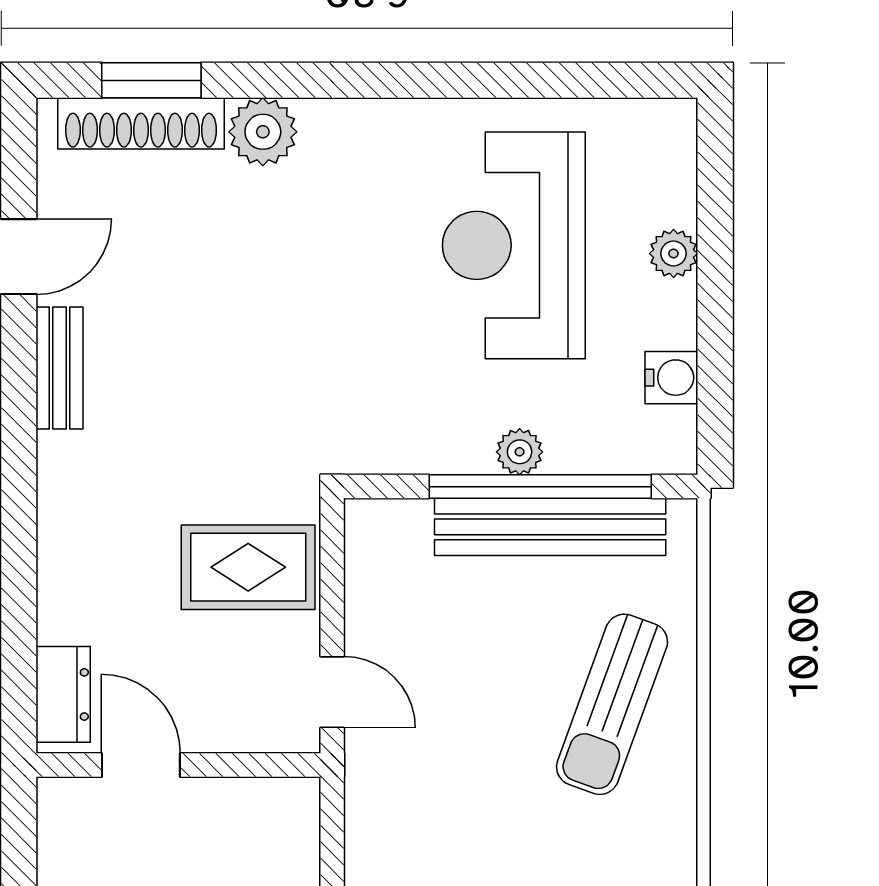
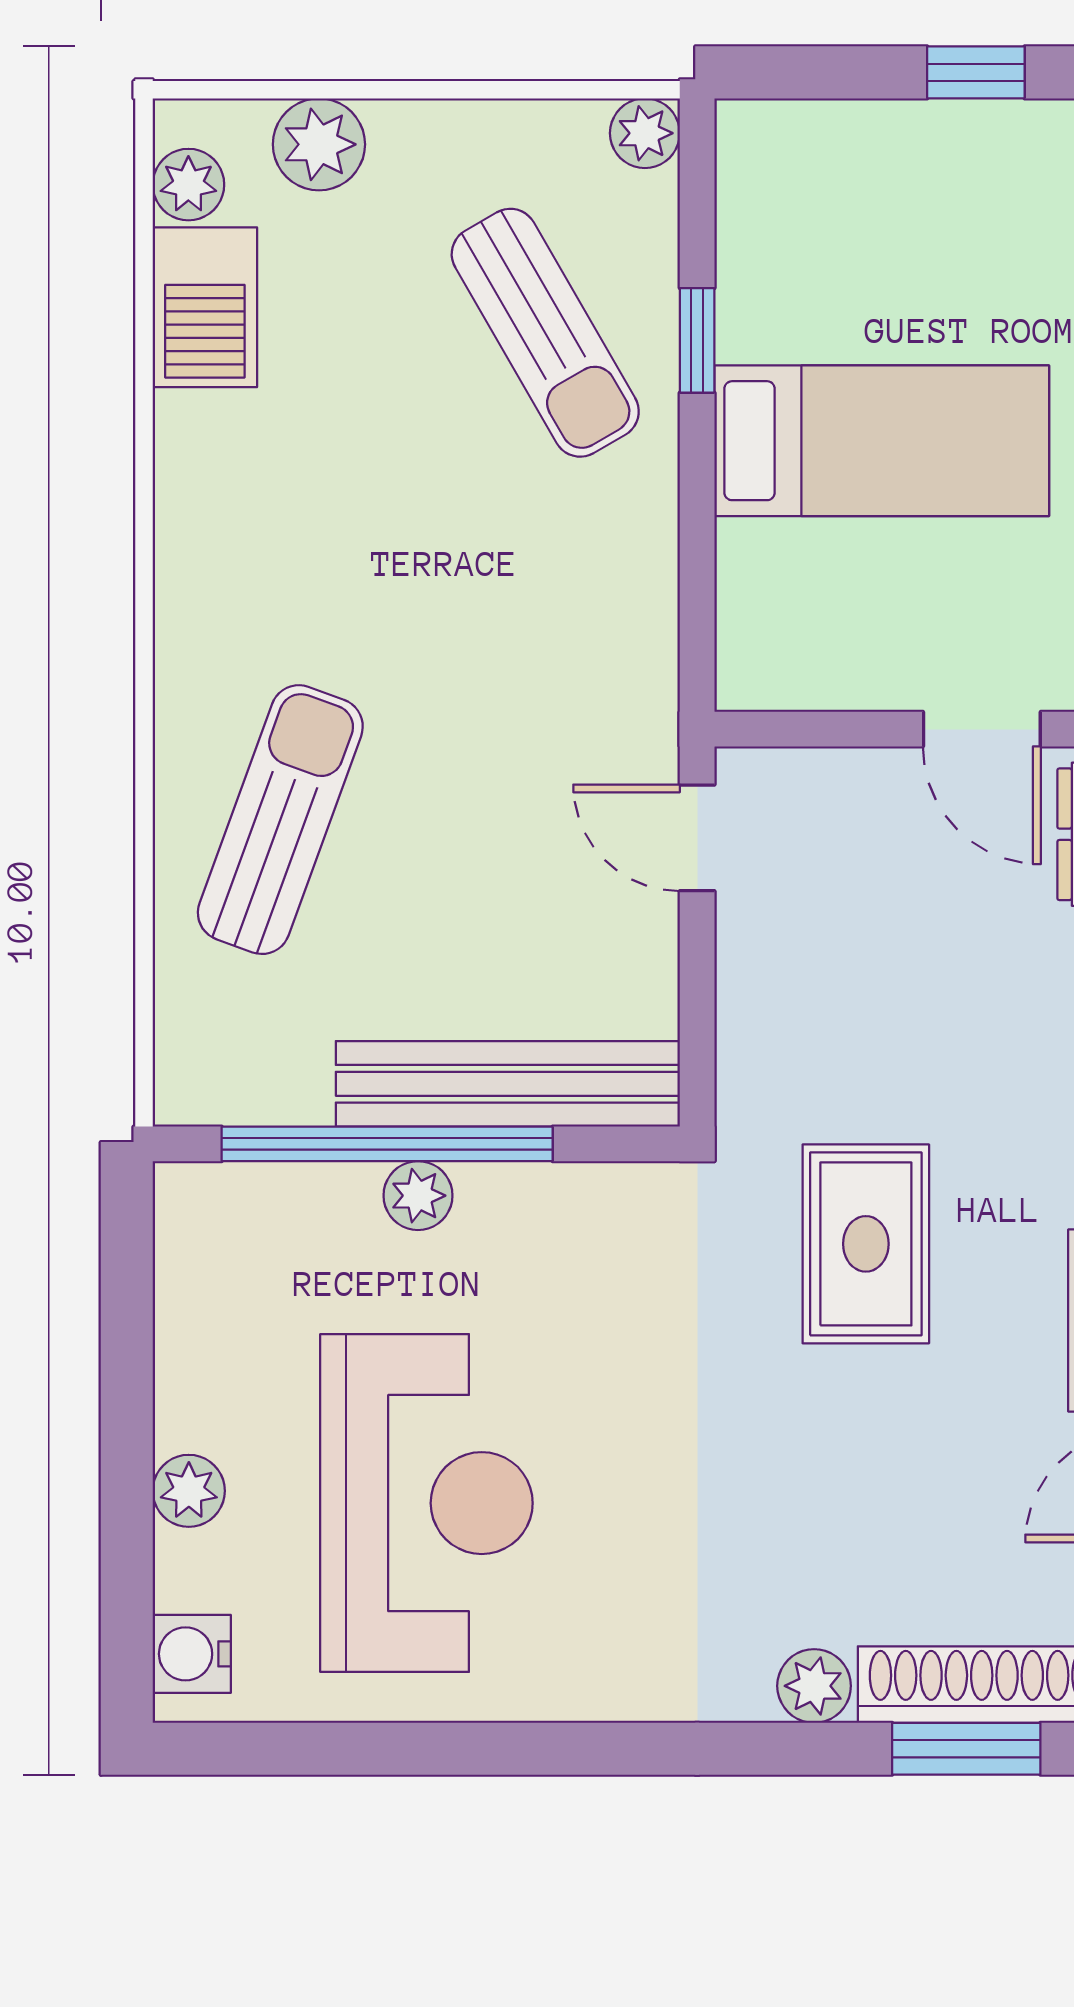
plant: (263, 132) -> (814, 1686), width x0.73, depth x0.73
water cooler: (671, 378) -> (192, 1654), moved
bench: (550, 527) -> (508, 1084), moved
rug: (248, 567) -> (866, 1244), moved, turned 90

